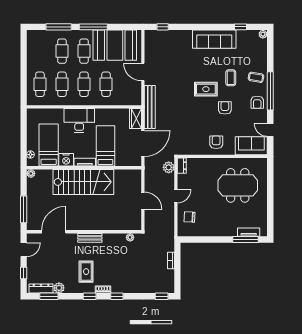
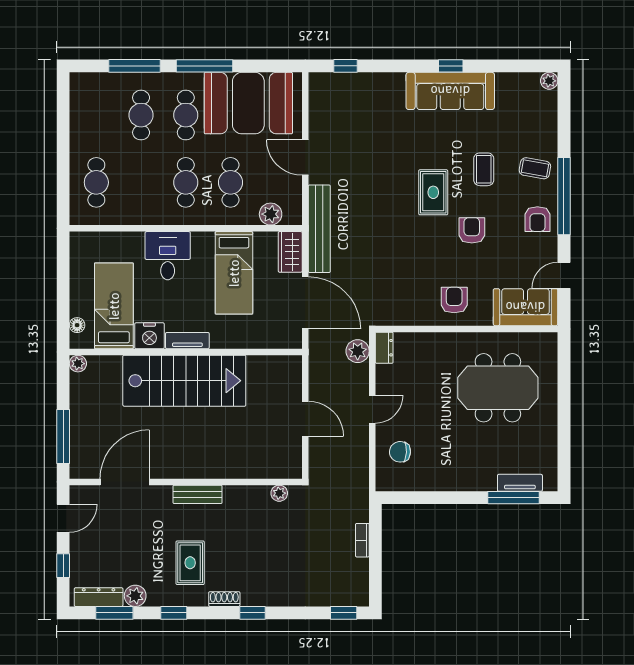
window: (240, 27) -> (451, 66), moved
cafe table: (62, 84) -> (141, 182), removed
rug: (206, 89) -> (433, 192), turned 90
plant: (126, 100) -> (271, 214), added
desk: (79, 120) -> (168, 256), width x0.73
door: (270, 130) -> (564, 275), hinge flipped
door: (143, 144) -> (305, 303), hinge flipped
bed: (105, 146) -> (234, 273), moved, turned 180
window: (90, 296) -> (174, 613), moved

